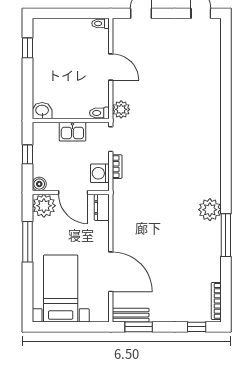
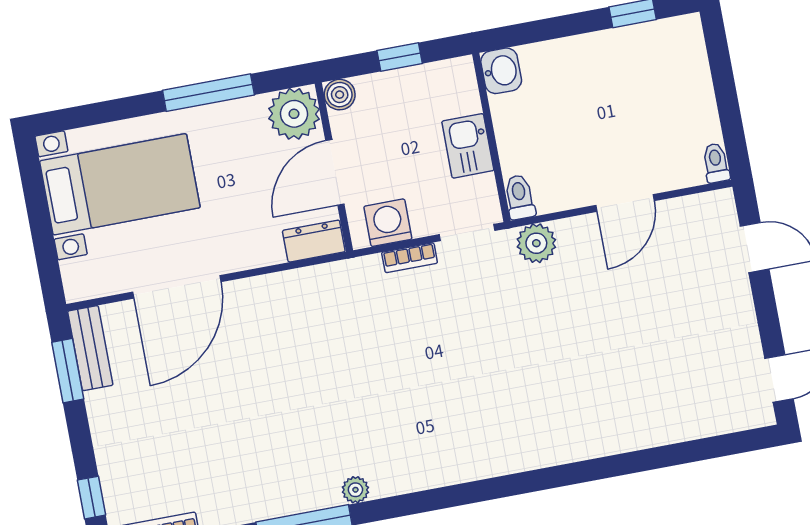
plant: (210, 210) -> (355, 490), width x0.53, depth x0.53

